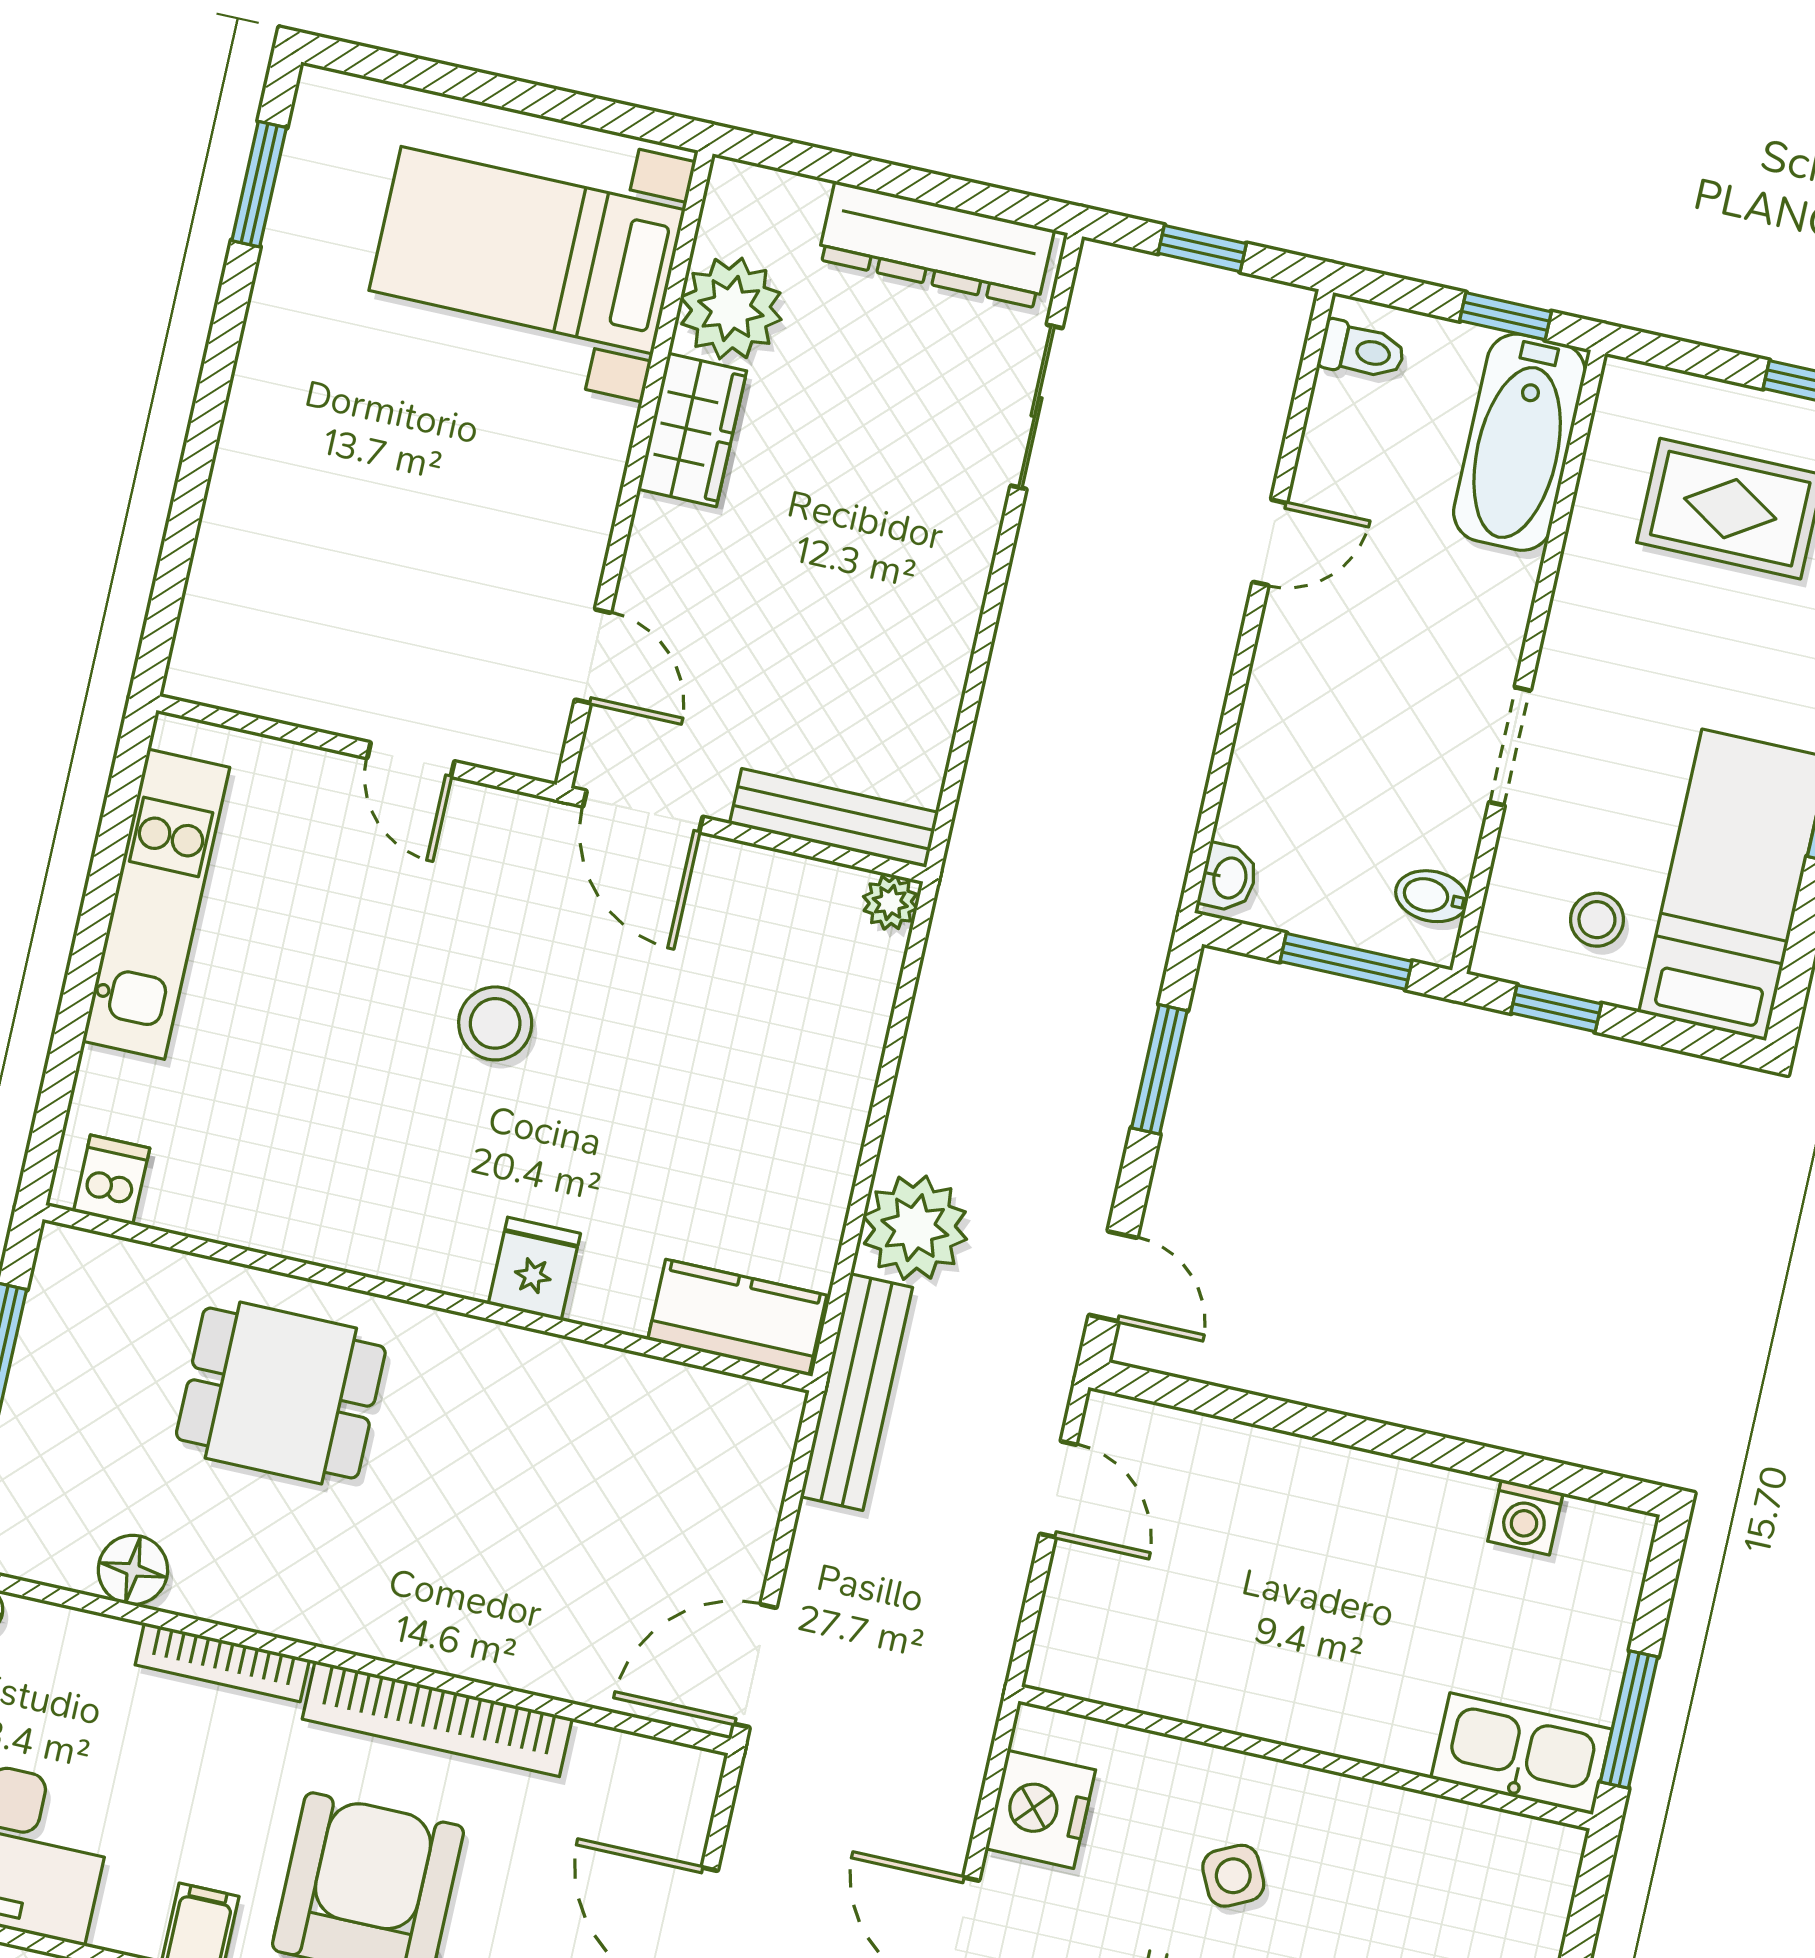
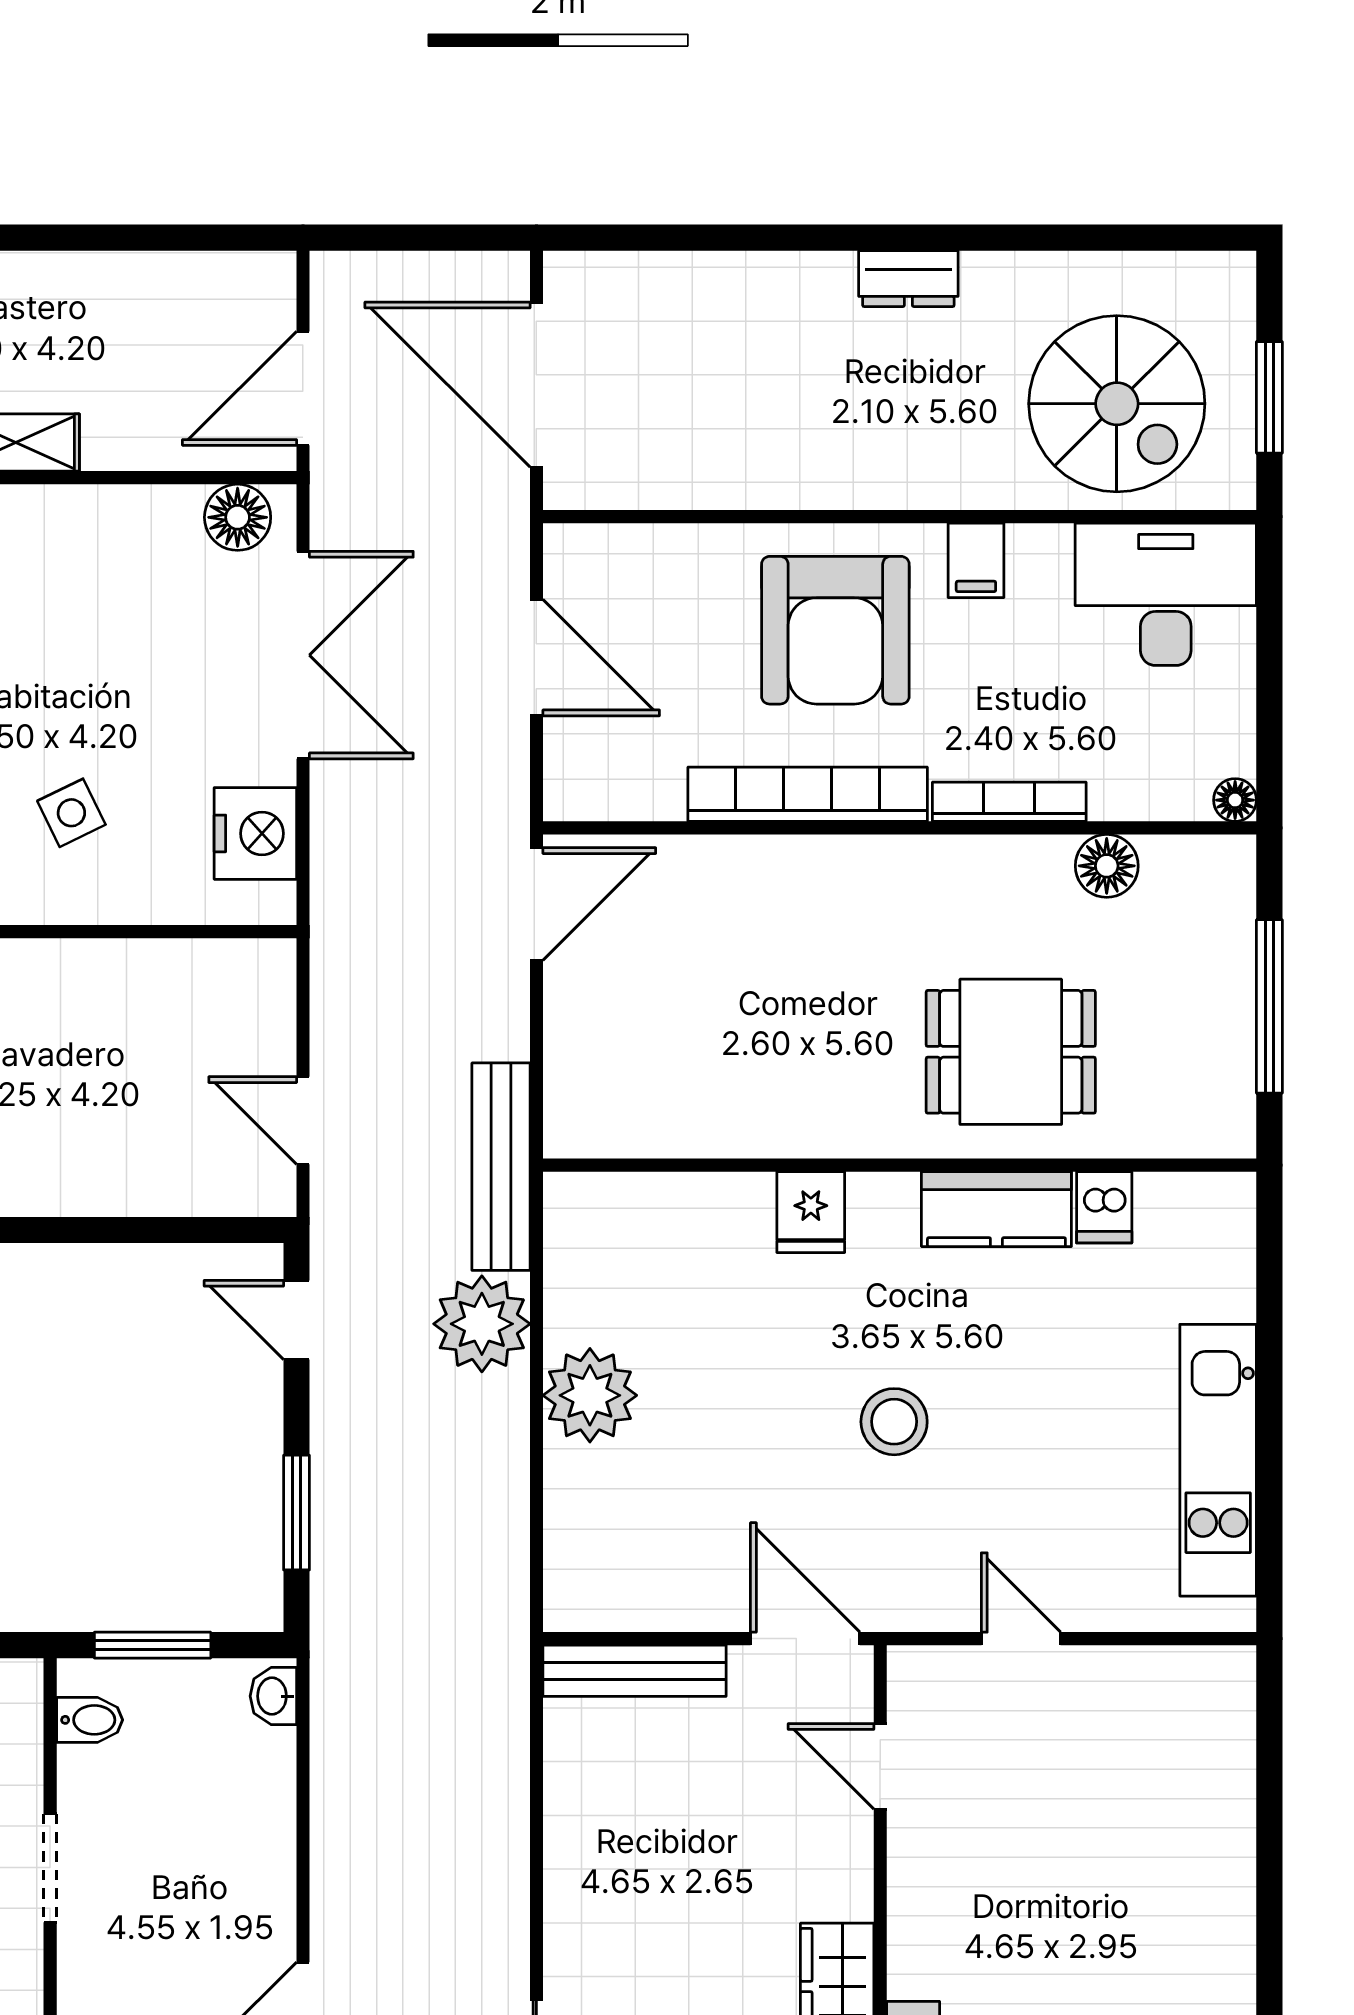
plant: (890, 902) -> (590, 1395), moved, width x1.88, depth x1.88
dishwasher: (112, 1180) -> (1104, 1207), moved
kitchen counter: (737, 1317) -> (996, 1209), moved

